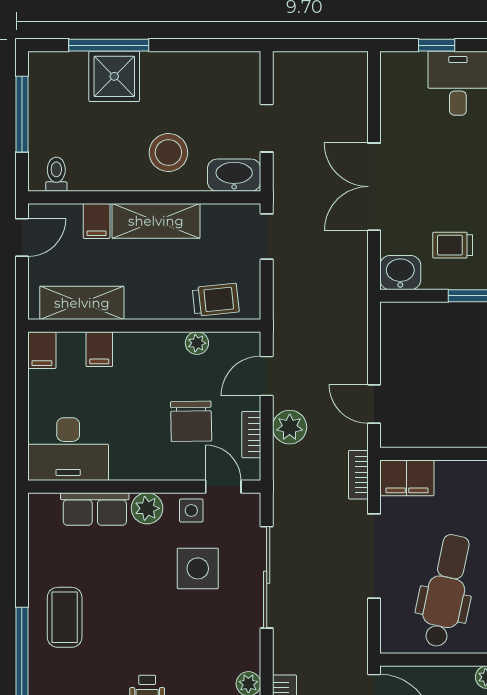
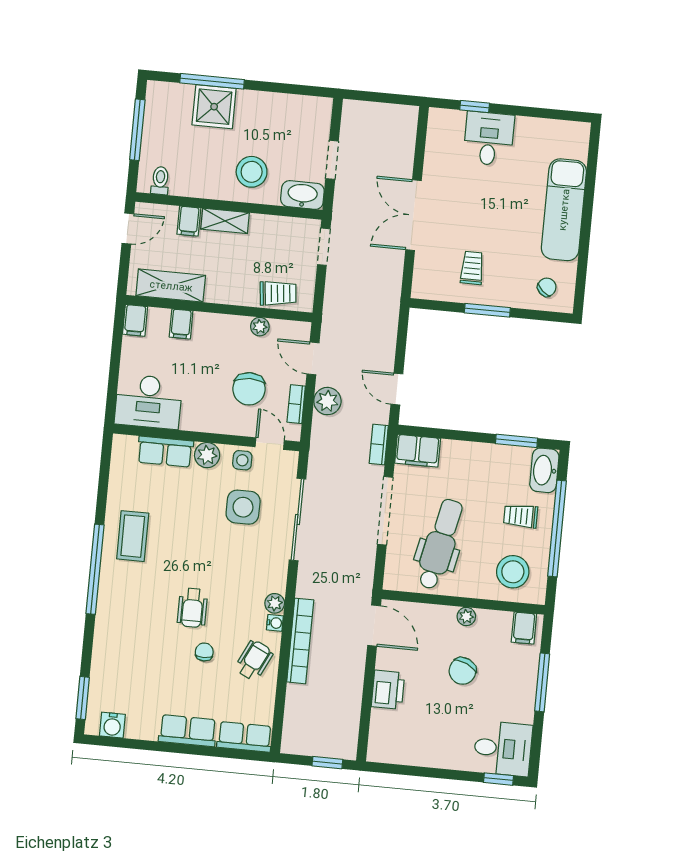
shelving: (156, 221) -> (225, 221), width x0.67, depth x0.75
trolley: (453, 245) -> (472, 268), turned 90
washbasin: (400, 273) -> (428, 286), removed
door: (267, 376) -> (313, 358), hinge flipped

